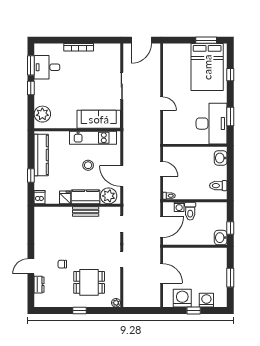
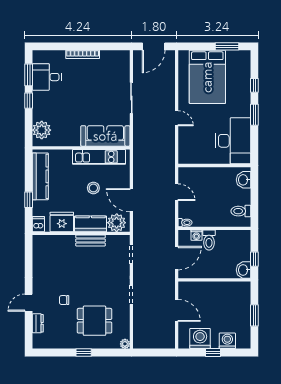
bed: (207, 67) -> (207, 77), moved
window: (230, 117) -> (254, 115), moved
fridge: (65, 197) -> (62, 222), width x1.88, depth x1.34

